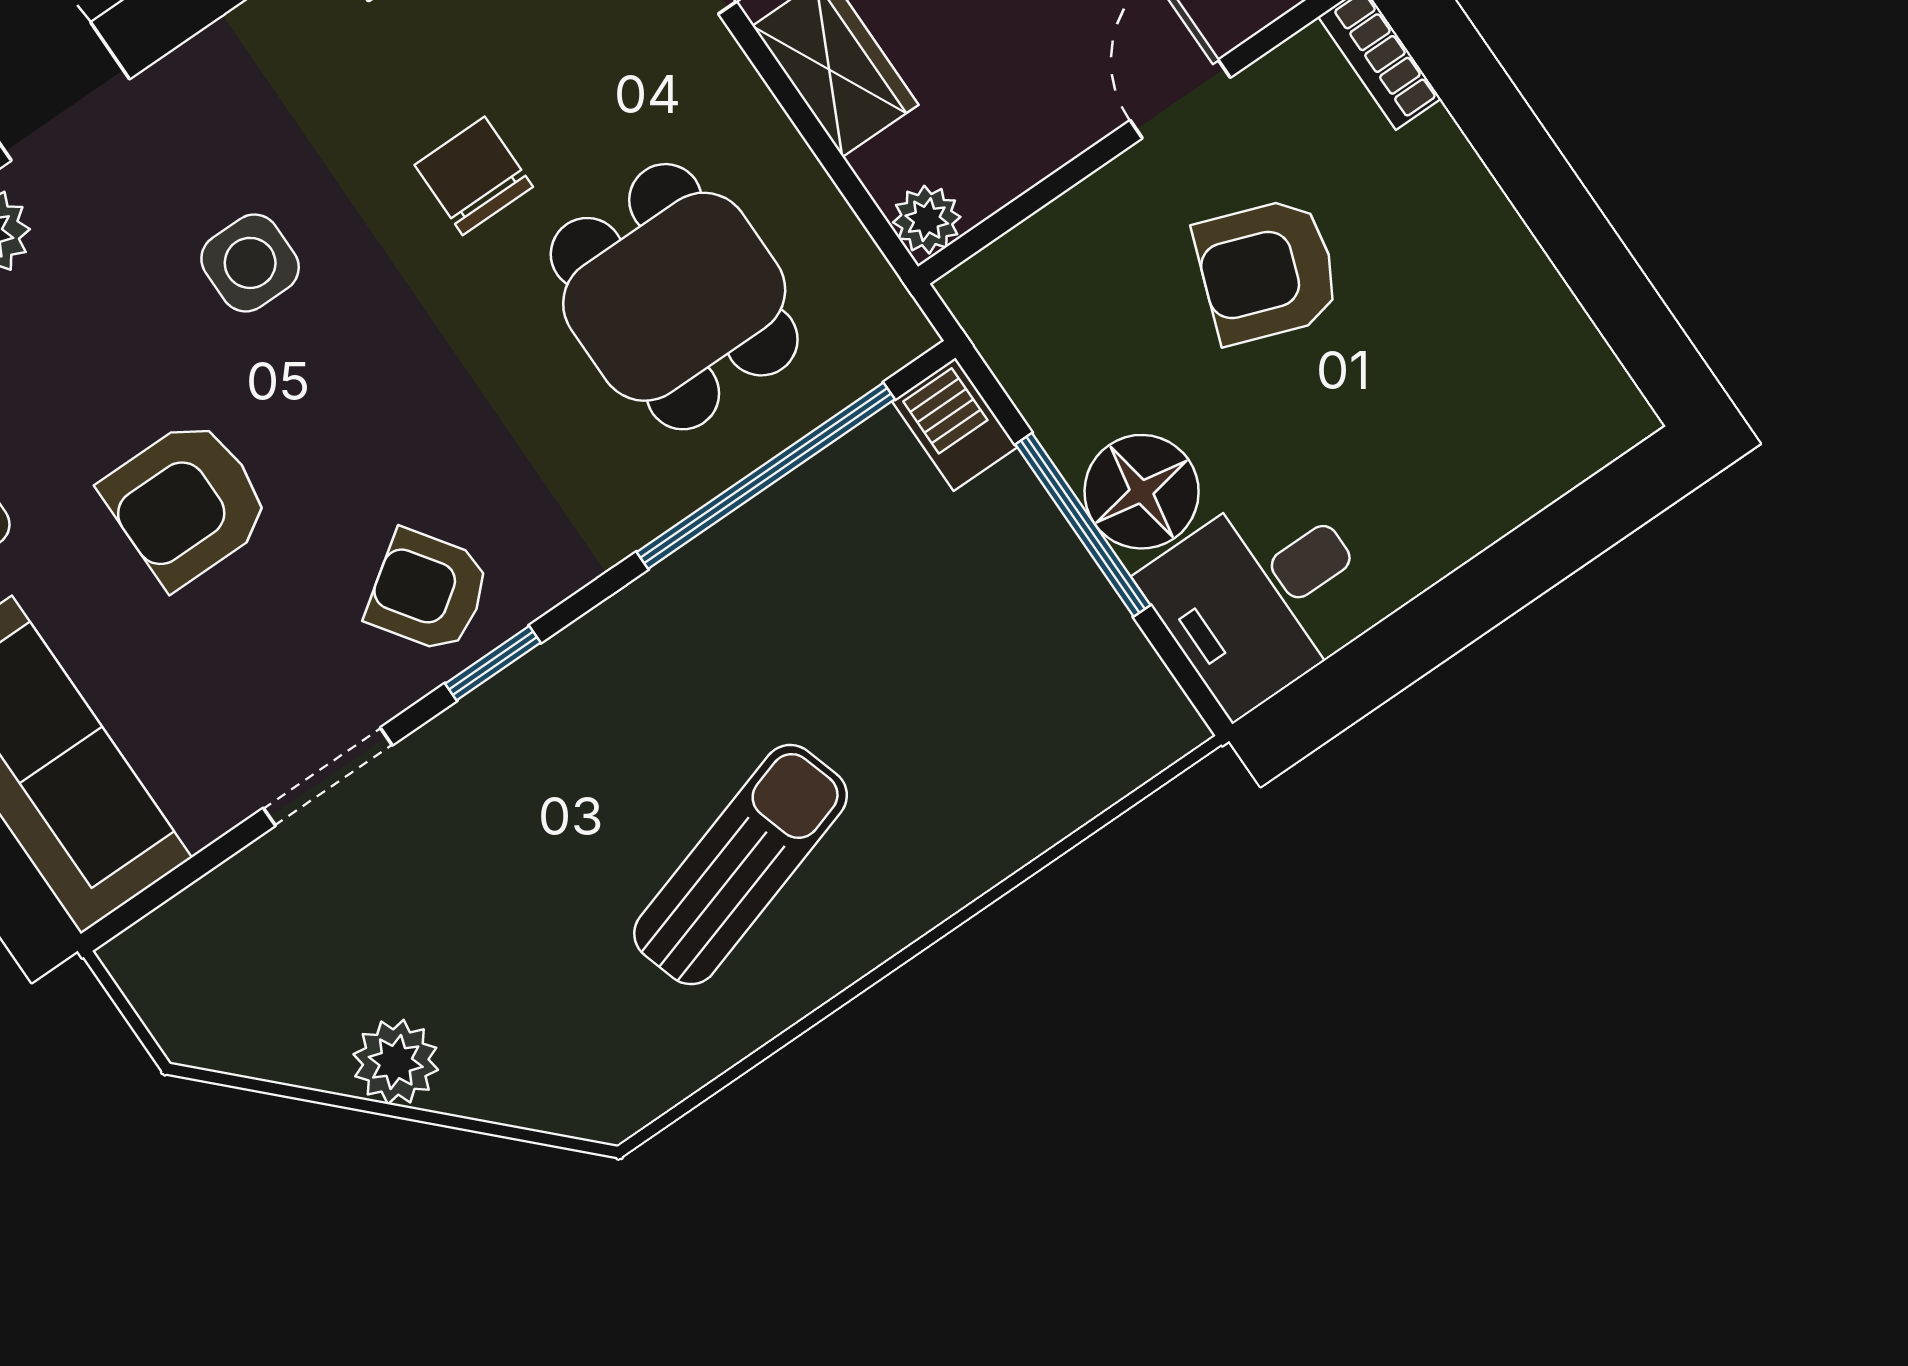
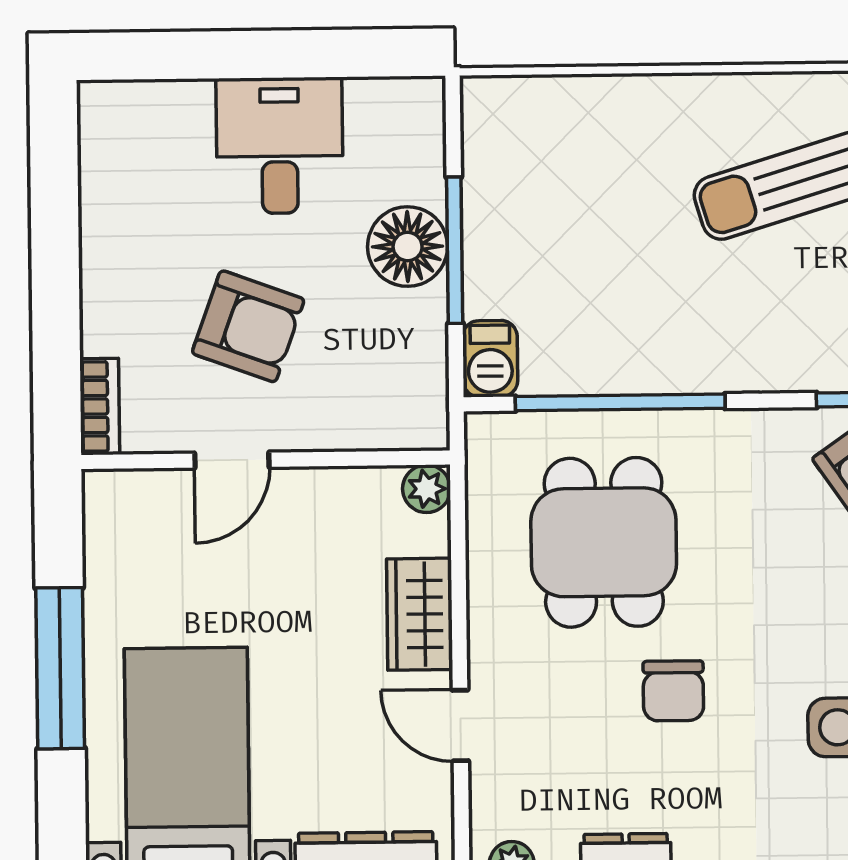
desk: (1261, 596) -> (280, 145), moved, turned -90

